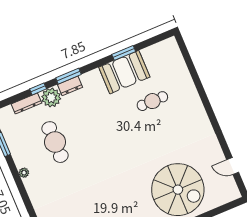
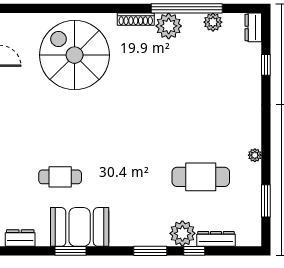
dresser: (70, 86) -> (20, 238), moved
cafe table: (55, 142) -> (201, 177), turned 90

